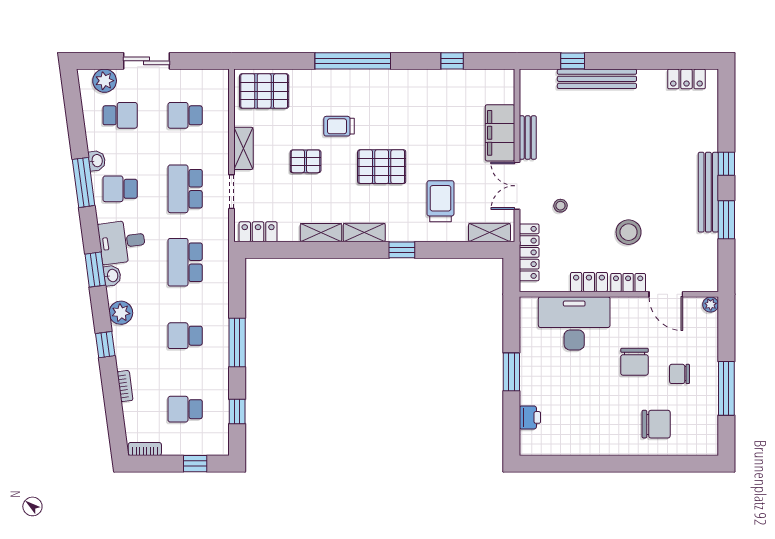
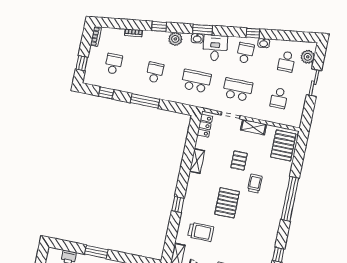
school desk: (185, 115) -> (279, 98), turned 180
window: (84, 182) -> (253, 33), width x0.46
shelving: (364, 232) -> (192, 185), removed

